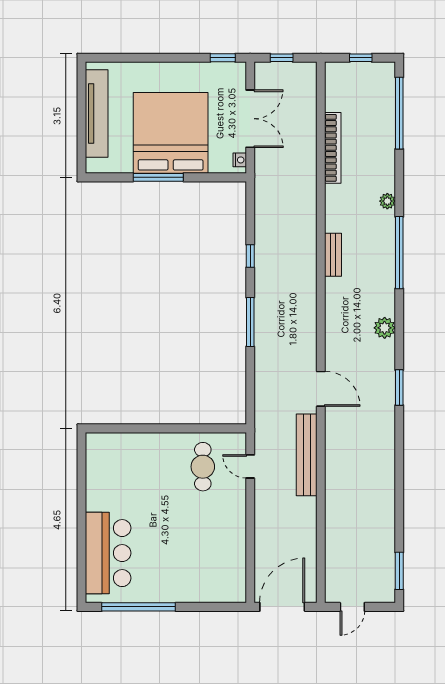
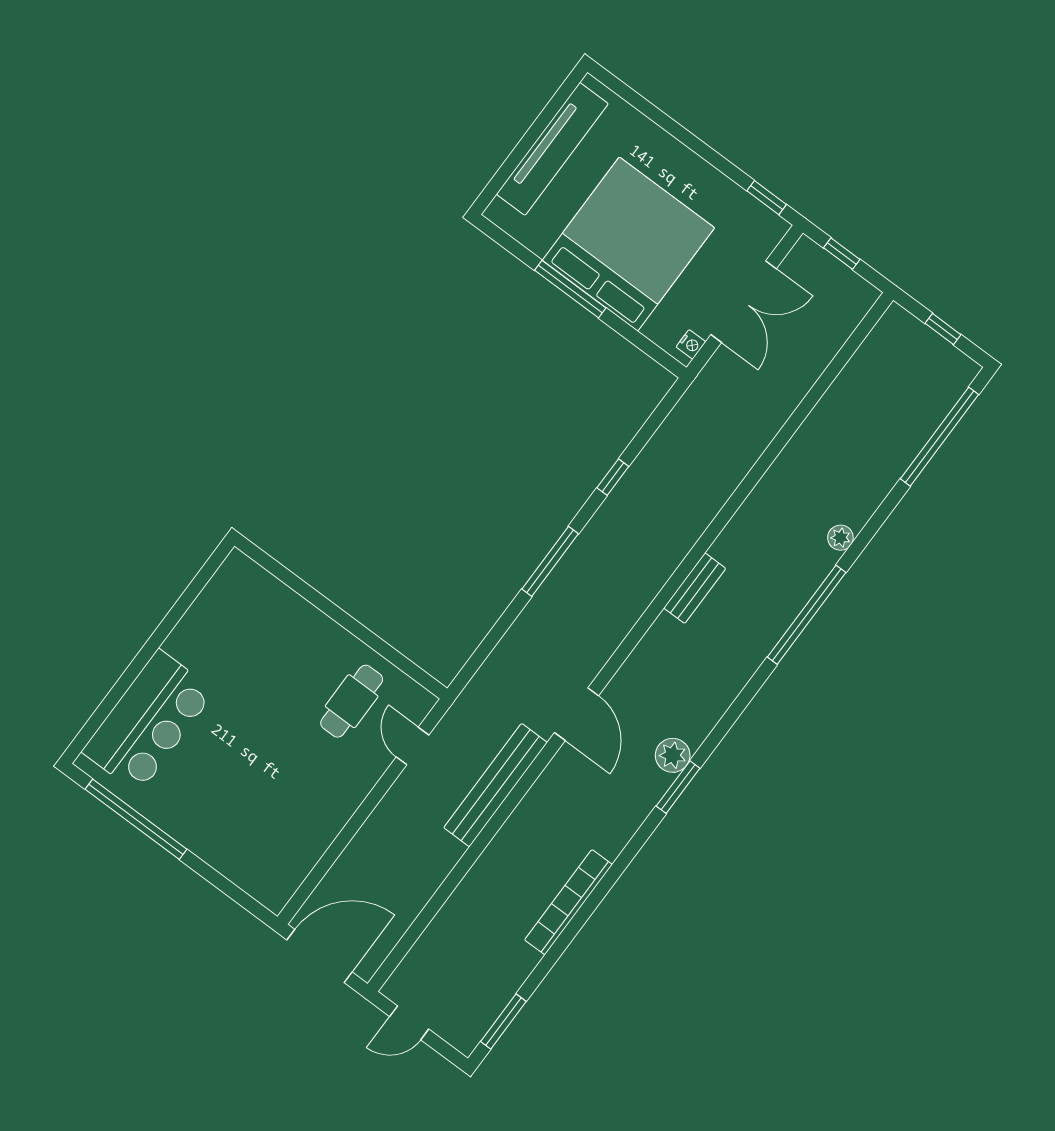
bookcase: (333, 148) -> (569, 902), moved, turned 180
bench: (333, 255) -> (695, 588), moved
plant: (385, 328) -> (673, 755), moved

